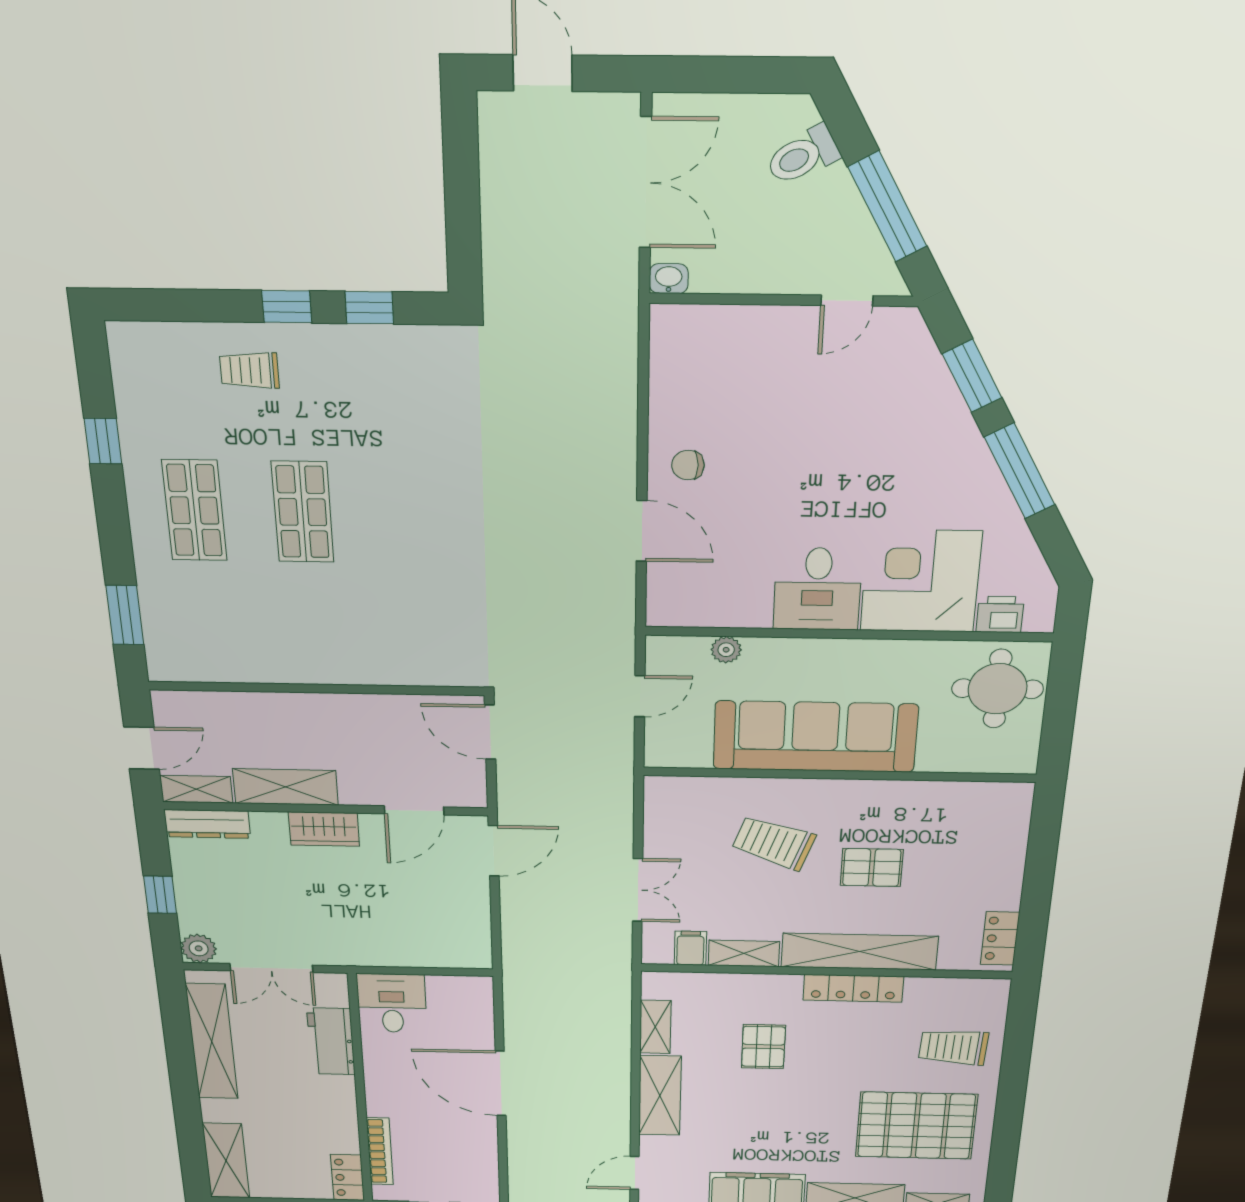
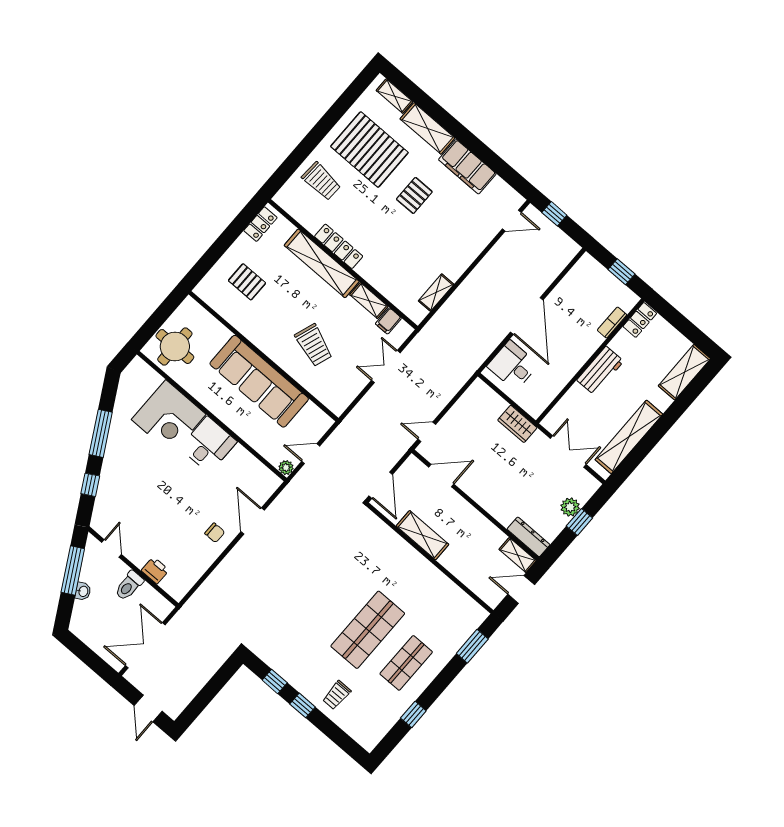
toilet: (803, 156) -> (129, 586), moved, turned 119
washbasin: (669, 279) -> (83, 591), moved, turned -119
door: (847, 301) -> (111, 548), hinge flipped
trolley: (249, 370) -> (337, 695), turned 90
window: (972, 376) -> (90, 485), width x0.67
shop shelf: (303, 512) -> (368, 630), width x1.43, depth x1.36
printer: (1000, 615) -> (155, 570), moved, turned 180
plant: (726, 650) -> (286, 468), moved
shelving: (285, 787) -> (422, 535), moved
wardrobe: (324, 829) -> (517, 424), moved, turned 180
door: (494, 851) -> (427, 432), width x0.73
pallet: (872, 867) -> (247, 282), moved
plant: (199, 948) -> (570, 507), moved
desk: (392, 1003) -> (513, 365), moved, turned 90
workbench: (331, 1041) -> (600, 371), moved
pallet: (763, 1047) -> (414, 195), moved
shelving: (660, 1096) -> (465, 255), removed
bookcase: (380, 1151) -> (612, 322), width x0.64

